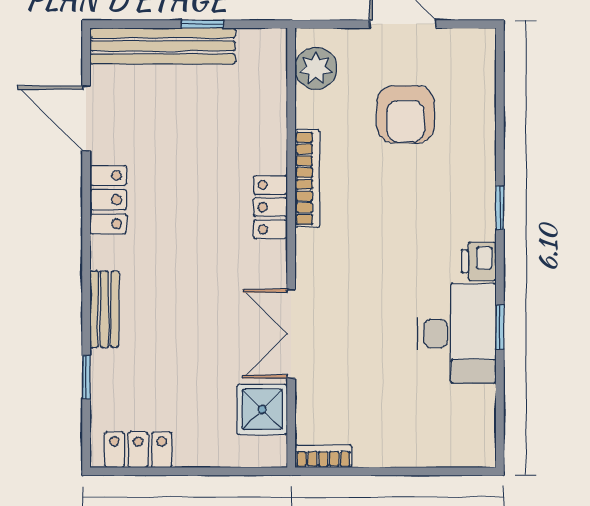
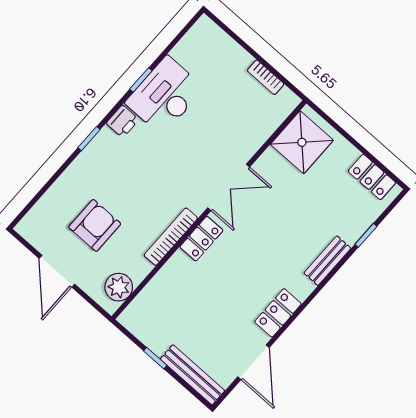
bench: (163, 46) -> (193, 375), width x0.73, depth x0.82
double door: (291, 334) -> (229, 187), moved
shower: (262, 409) -> (302, 142), width x1.36, depth x1.36
bookcase: (323, 456) -> (266, 77), moved

